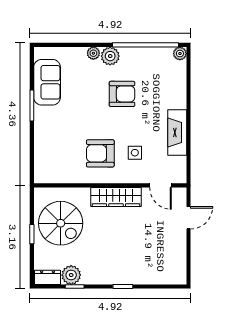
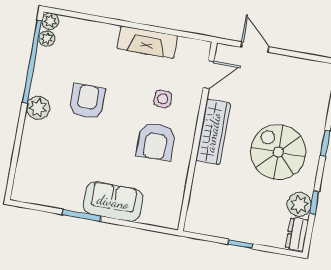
plant: (93, 53) -> (47, 39), moved
sofa: (47, 82) -> (113, 202), moved
spiral stairs: (61, 223) -> (278, 152), moved, turned -90

